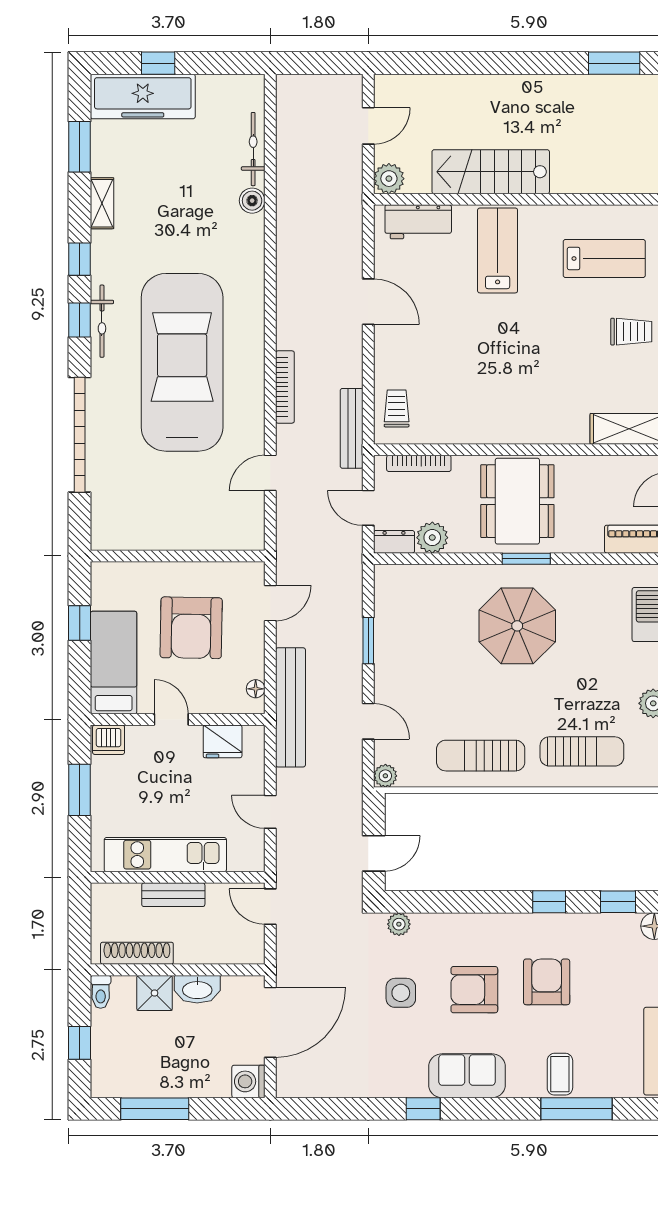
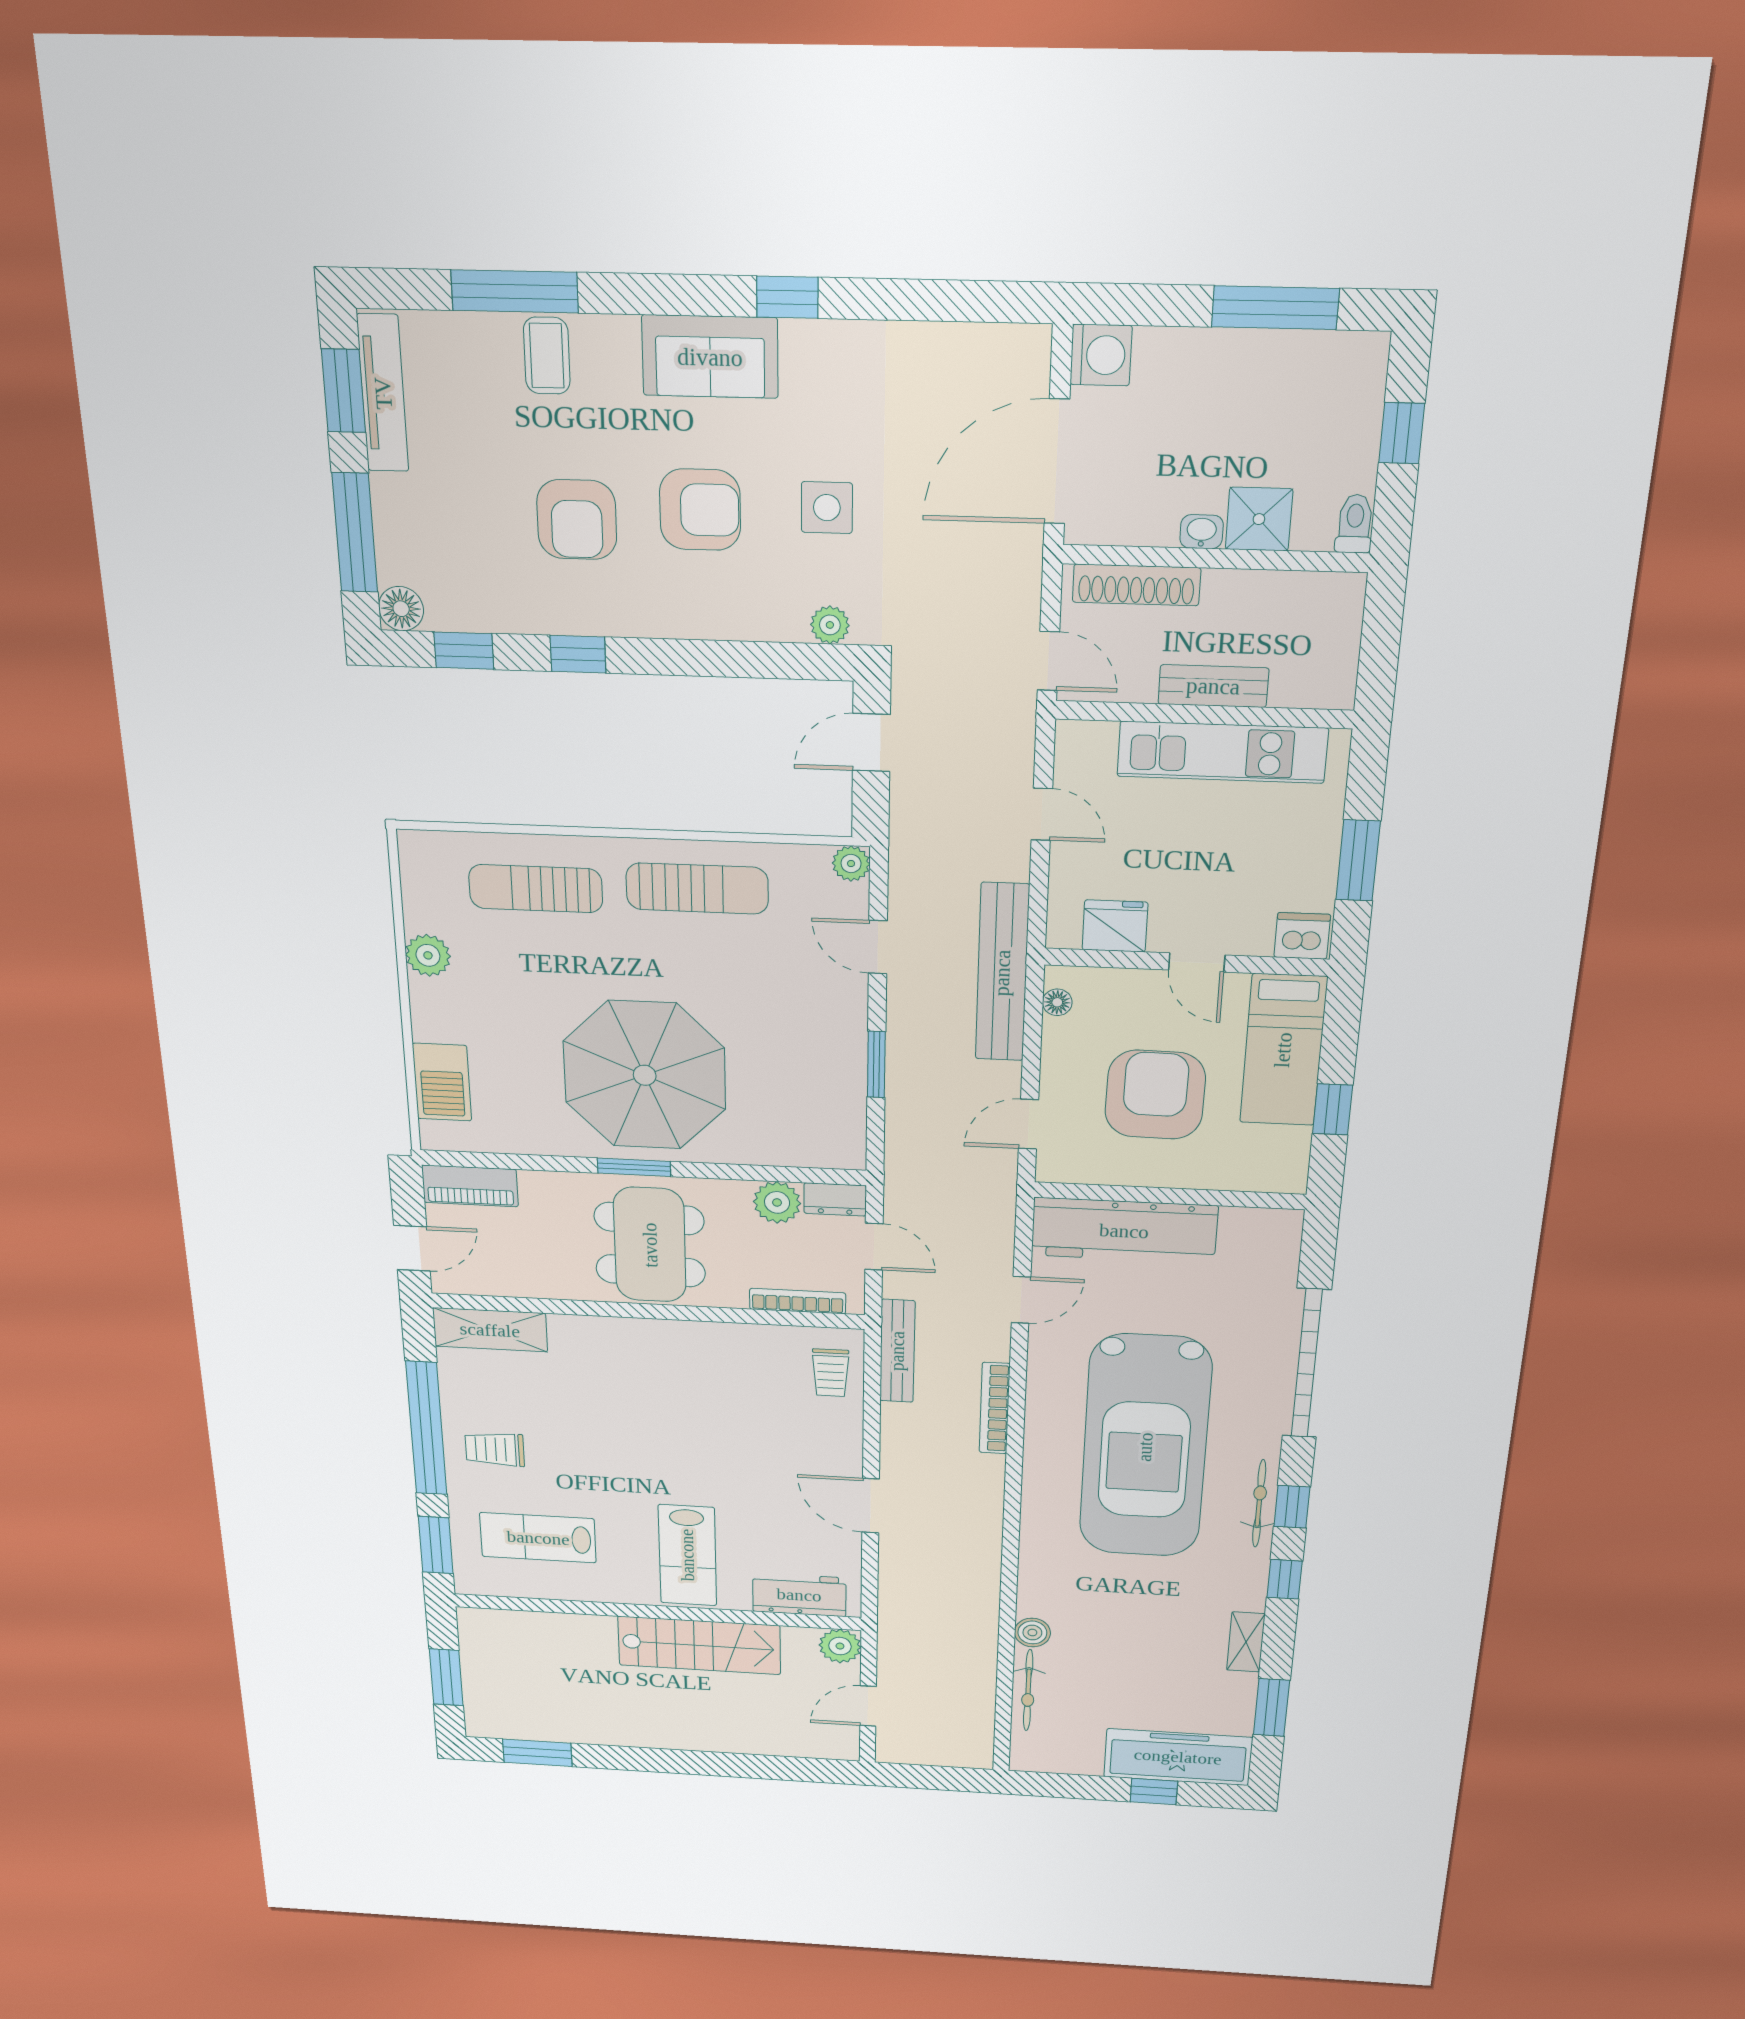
workbench: (205, 529) -> (1124, 1231), added
parasol: (517, 626) -> (645, 1075), width x1.36, depth x1.36
shoe rack: (137, 953) -> (1136, 585), moved
washbasin: (197, 989) -> (1202, 532), width x0.52, depth x0.69

